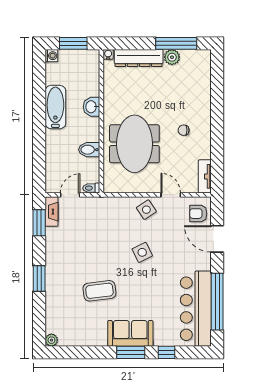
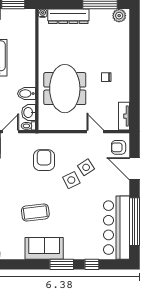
plant: (172, 57) -> (119, 16), moved
washbasin: (91, 107) -> (29, 112), moved
side table: (146, 210) -> (86, 167), moved
armchair: (110, 229) -> (44, 160), added
sofa: (130, 333) -> (44, 248), moved

